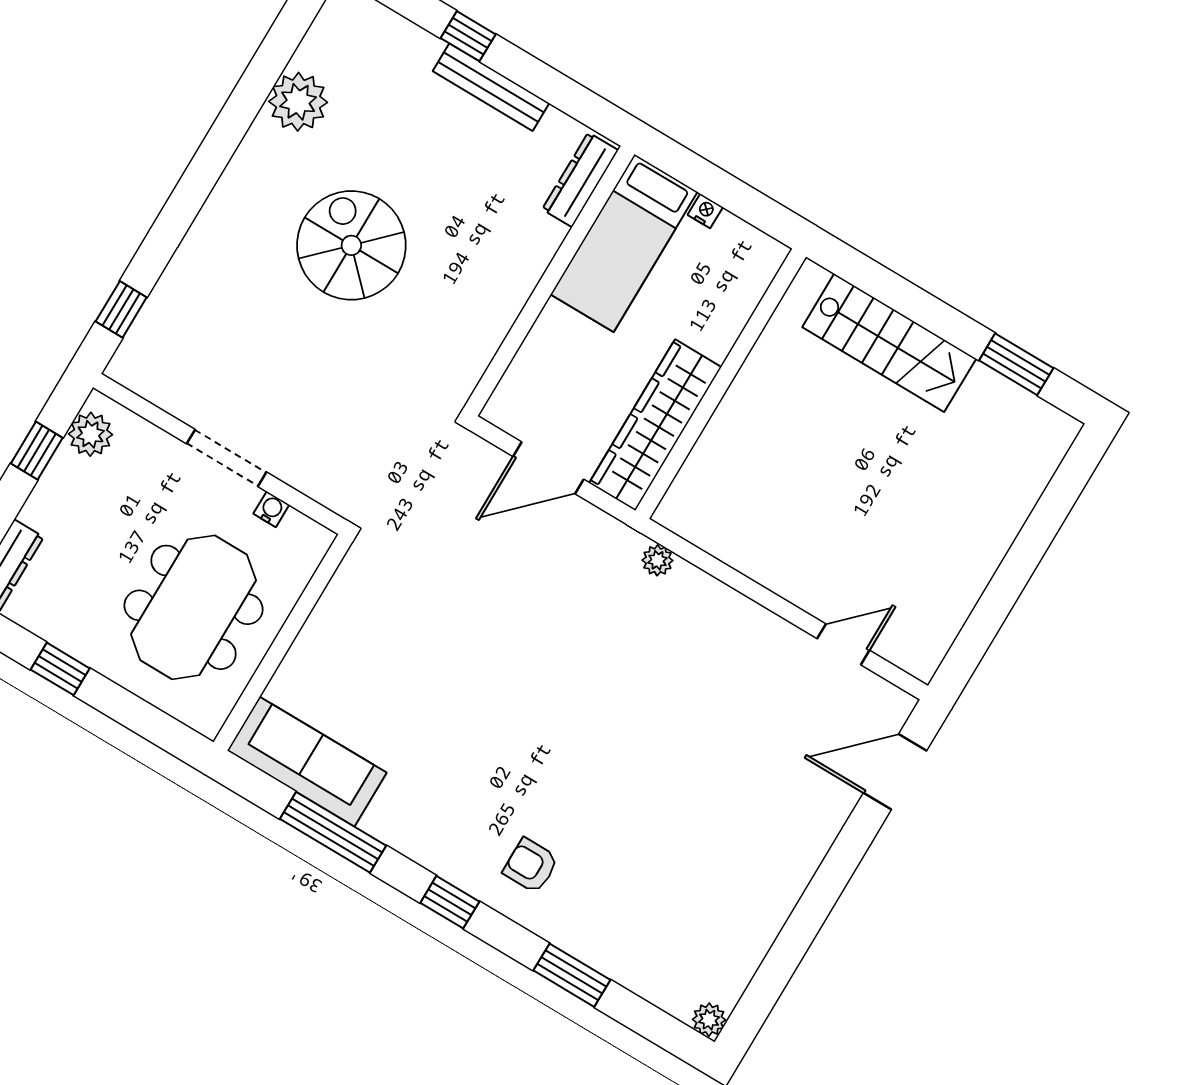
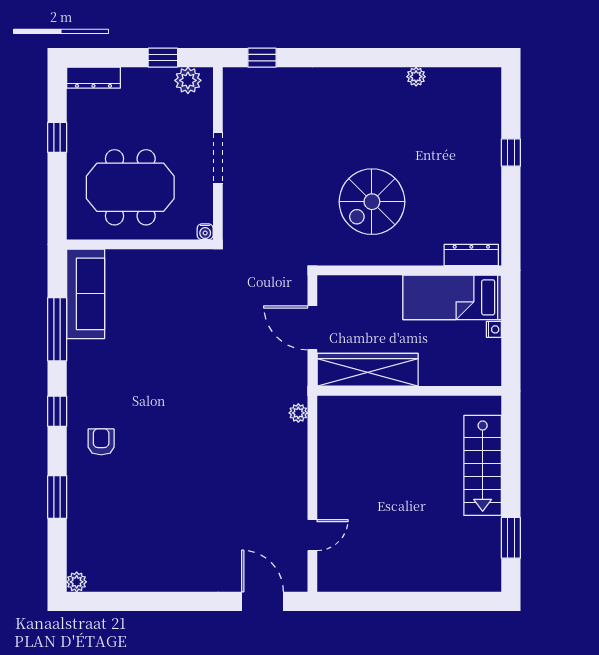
bench: (491, 87) -> (492, 180), removed
plant: (298, 102) -> (416, 77), width x0.53, depth x0.53
spiral stairs: (351, 245) -> (372, 202), moved, turned 180
water cooler: (271, 509) -> (205, 232), moved, turned 90
door: (843, 644) -> (312, 535), hinge flipped

